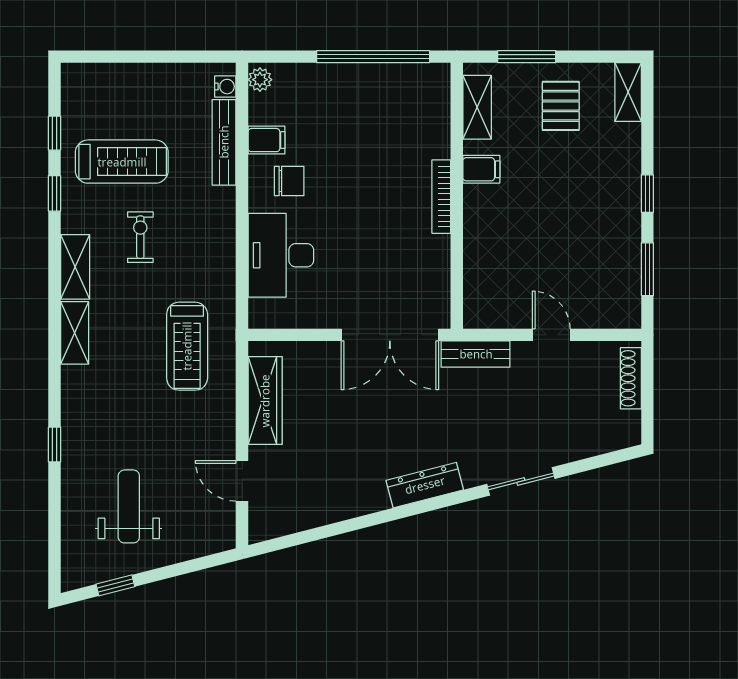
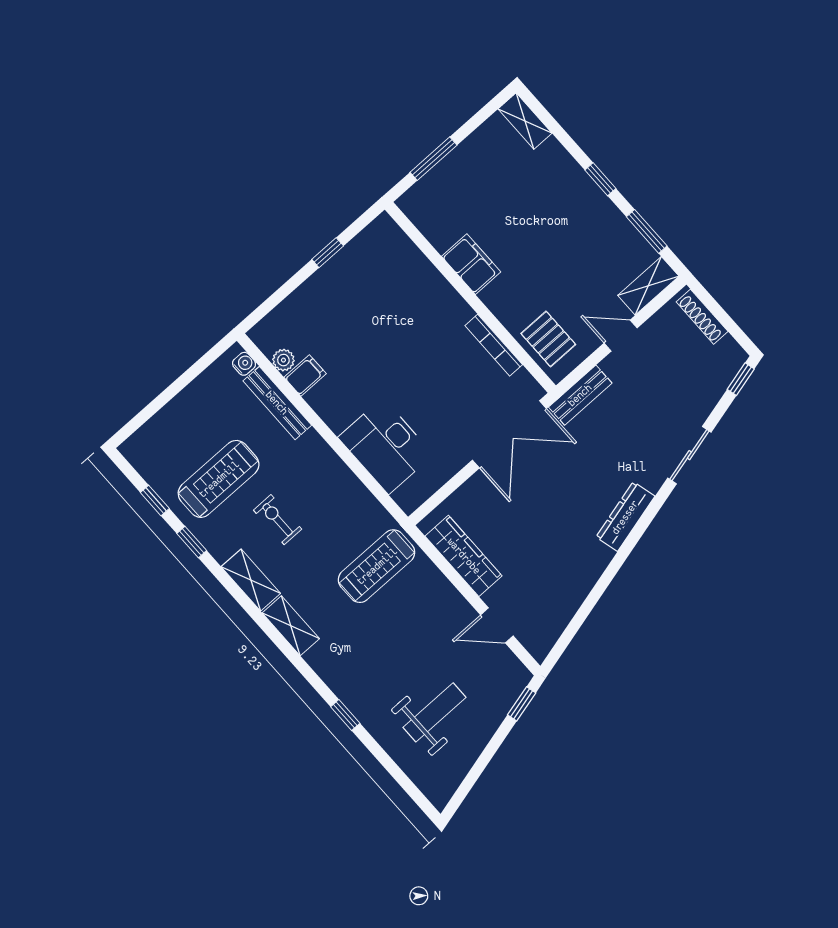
window: (373, 57) -> (328, 253), width x0.32
plant: (260, 80) -> (283, 360), moved
pallet: (561, 106) -> (548, 339), moved
shelving: (477, 107) -> (648, 286), moved, turned 90
filing cabinet: (481, 169) -> (471, 264), width x2.00
chair: (289, 181) -> (346, 390), removed
bookcase: (441, 197) -> (494, 345), moved
treadmill: (187, 346) -> (377, 566), turned 90
window: (617, 457) -> (741, 379), added
weight bench: (129, 506) -> (435, 712), turned 90
window: (115, 585) -> (522, 704), moved

